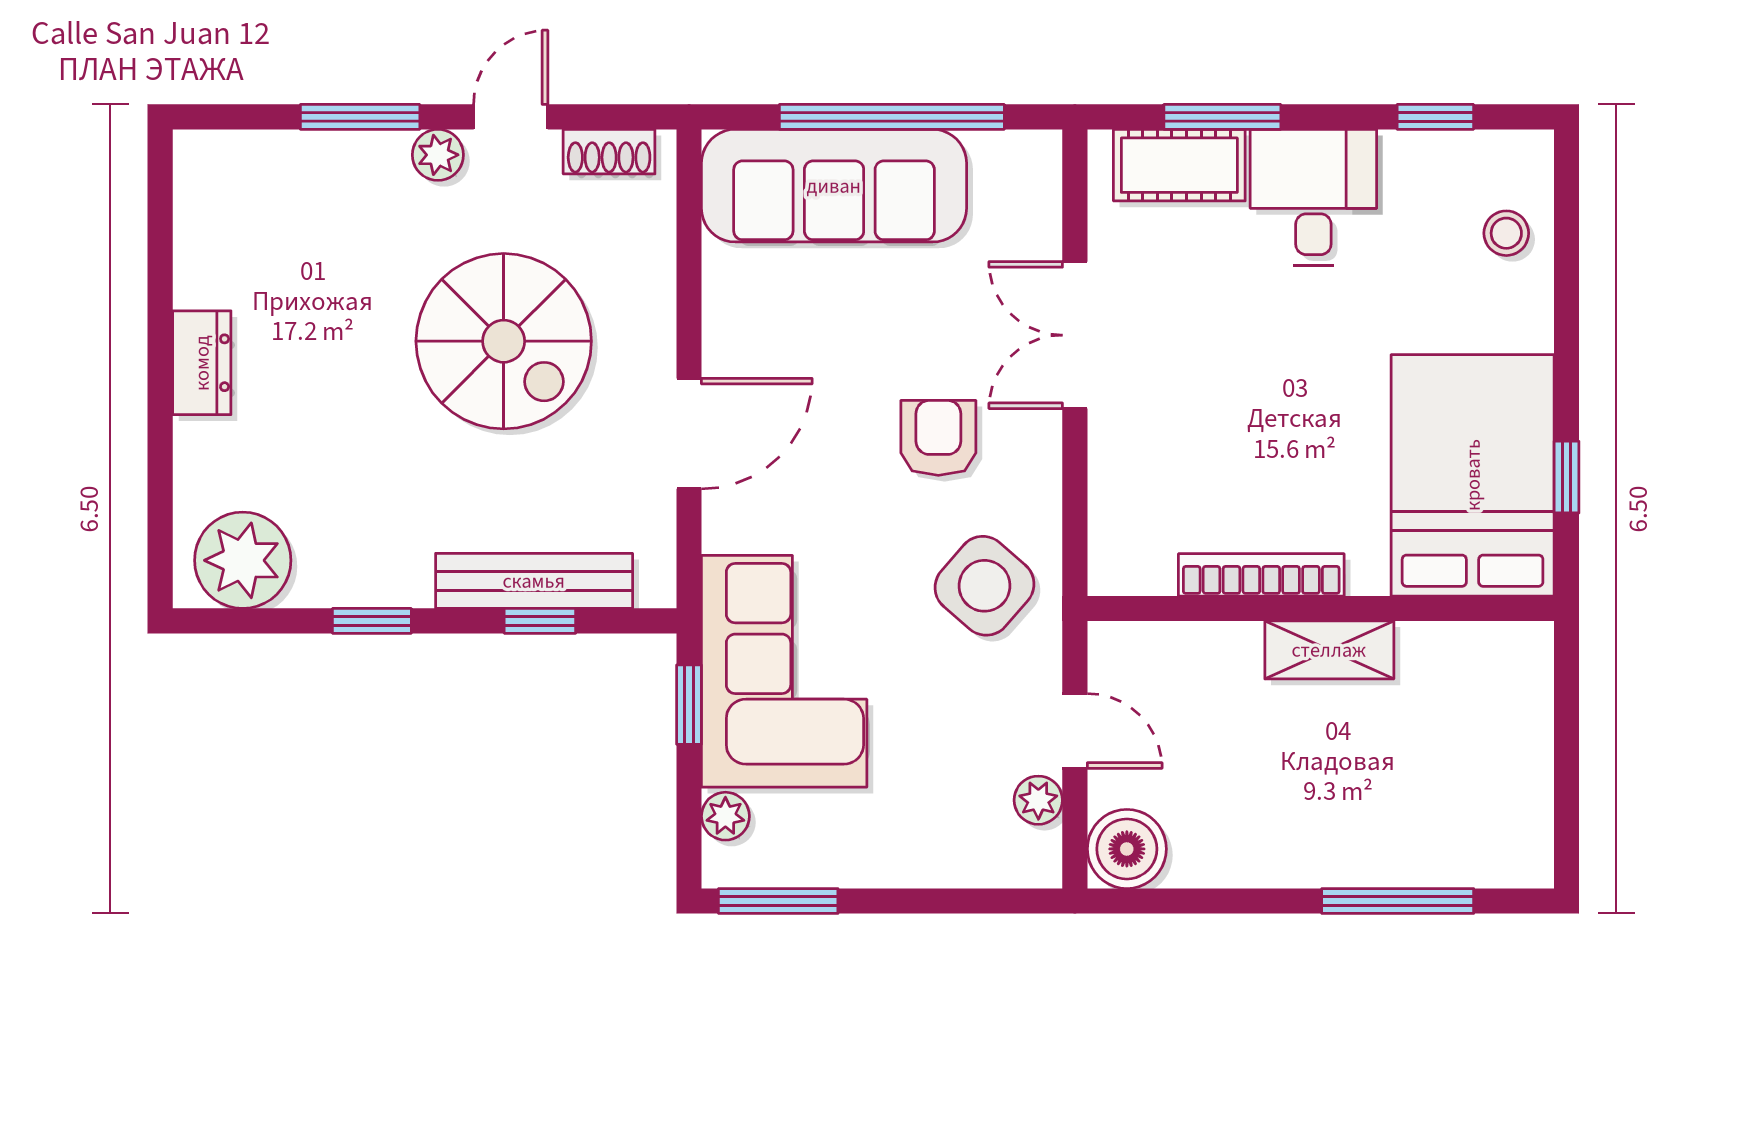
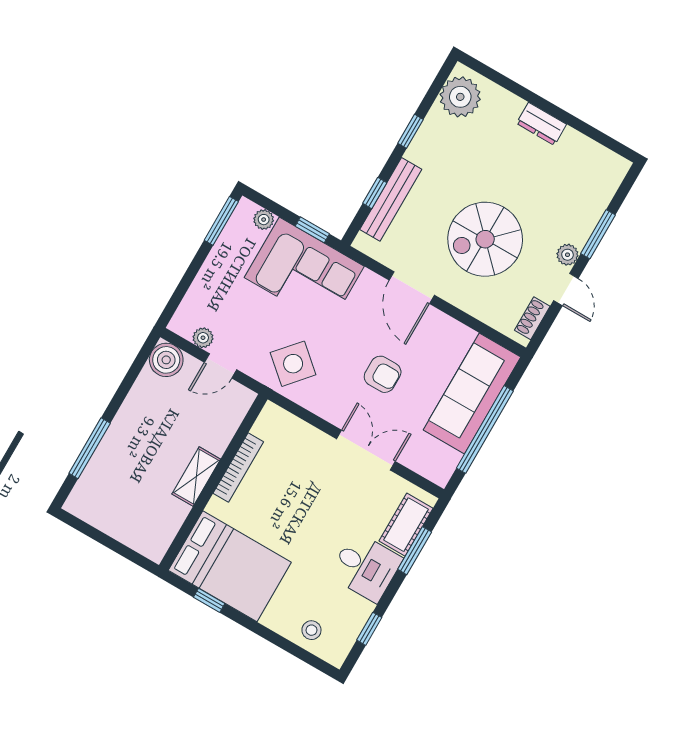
armchair: (938, 438) -> (383, 374), moved

